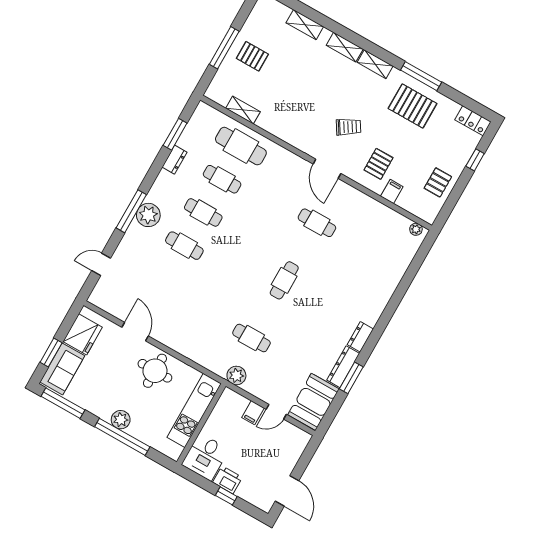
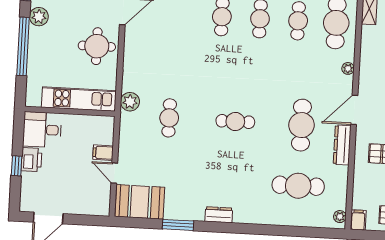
plant: (287, 156) -> (348, 68), added
filing cabinet: (392, 191) -> (358, 220), moved, turned -90
cafe table: (317, 223) -> (301, 125), width x1.37, depth x1.35
cafe table: (370, 253) -> (298, 186), added
dresser: (343, 367) -> (342, 145), moved, turned -90
plant: (236, 376) -> (130, 102), moved
plant: (121, 420) -> (39, 17), moved

